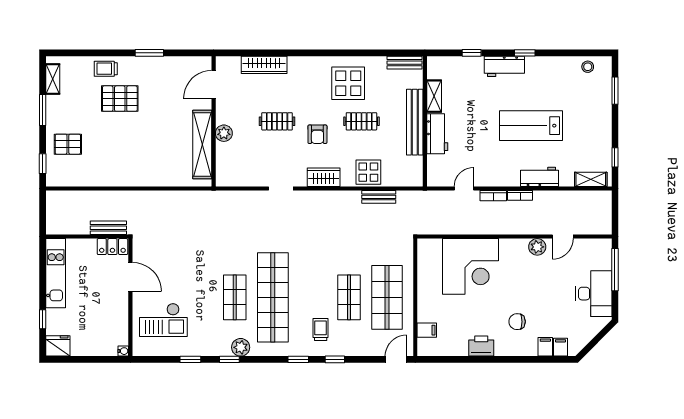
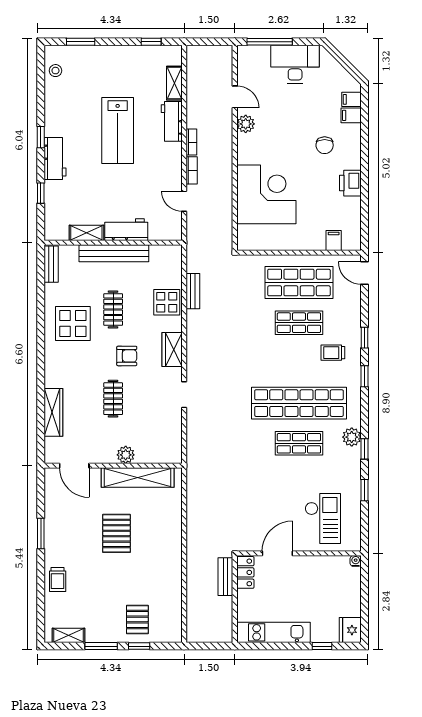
pallet: (120, 99) -> (117, 533), moved
window: (43, 164) -> (139, 646), moved
shelving: (591, 179) -> (174, 83), moved

